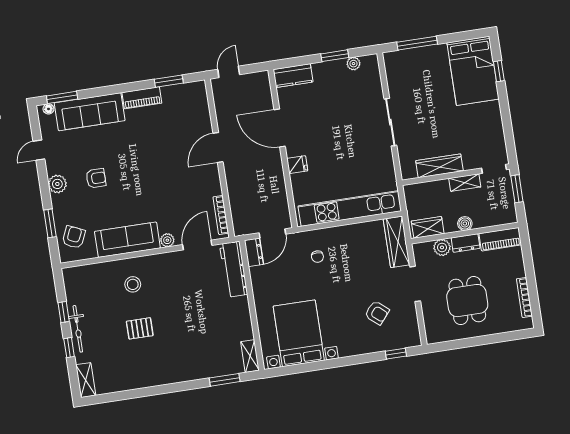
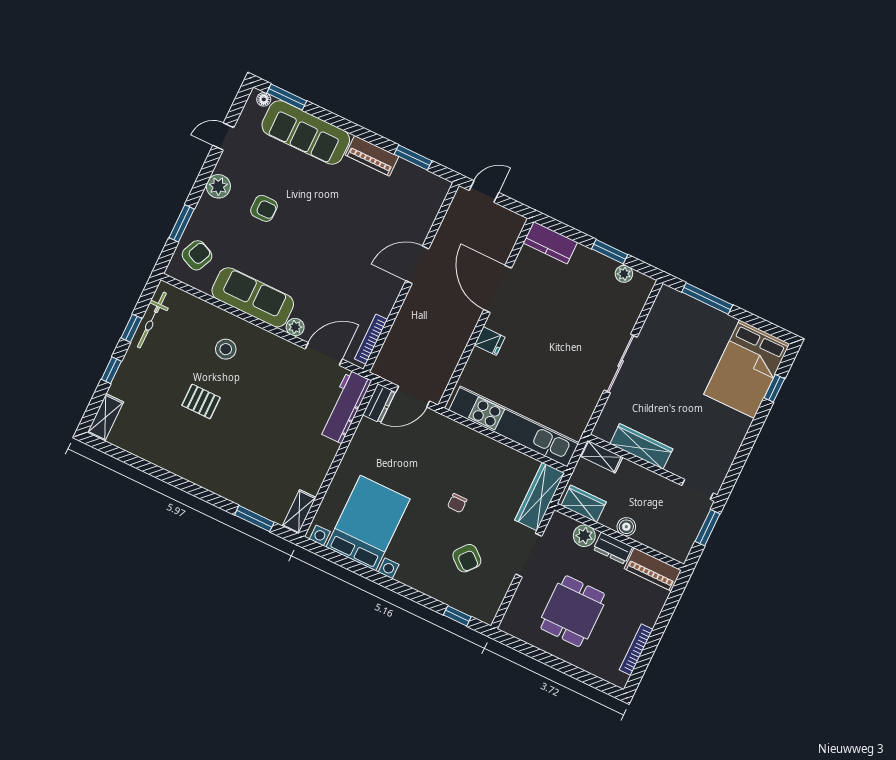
shelving: (465, 183) -> (601, 457), moved
chair: (317, 257) -> (457, 503), moved
bicycle: (78, 329) -> (152, 320), moved

